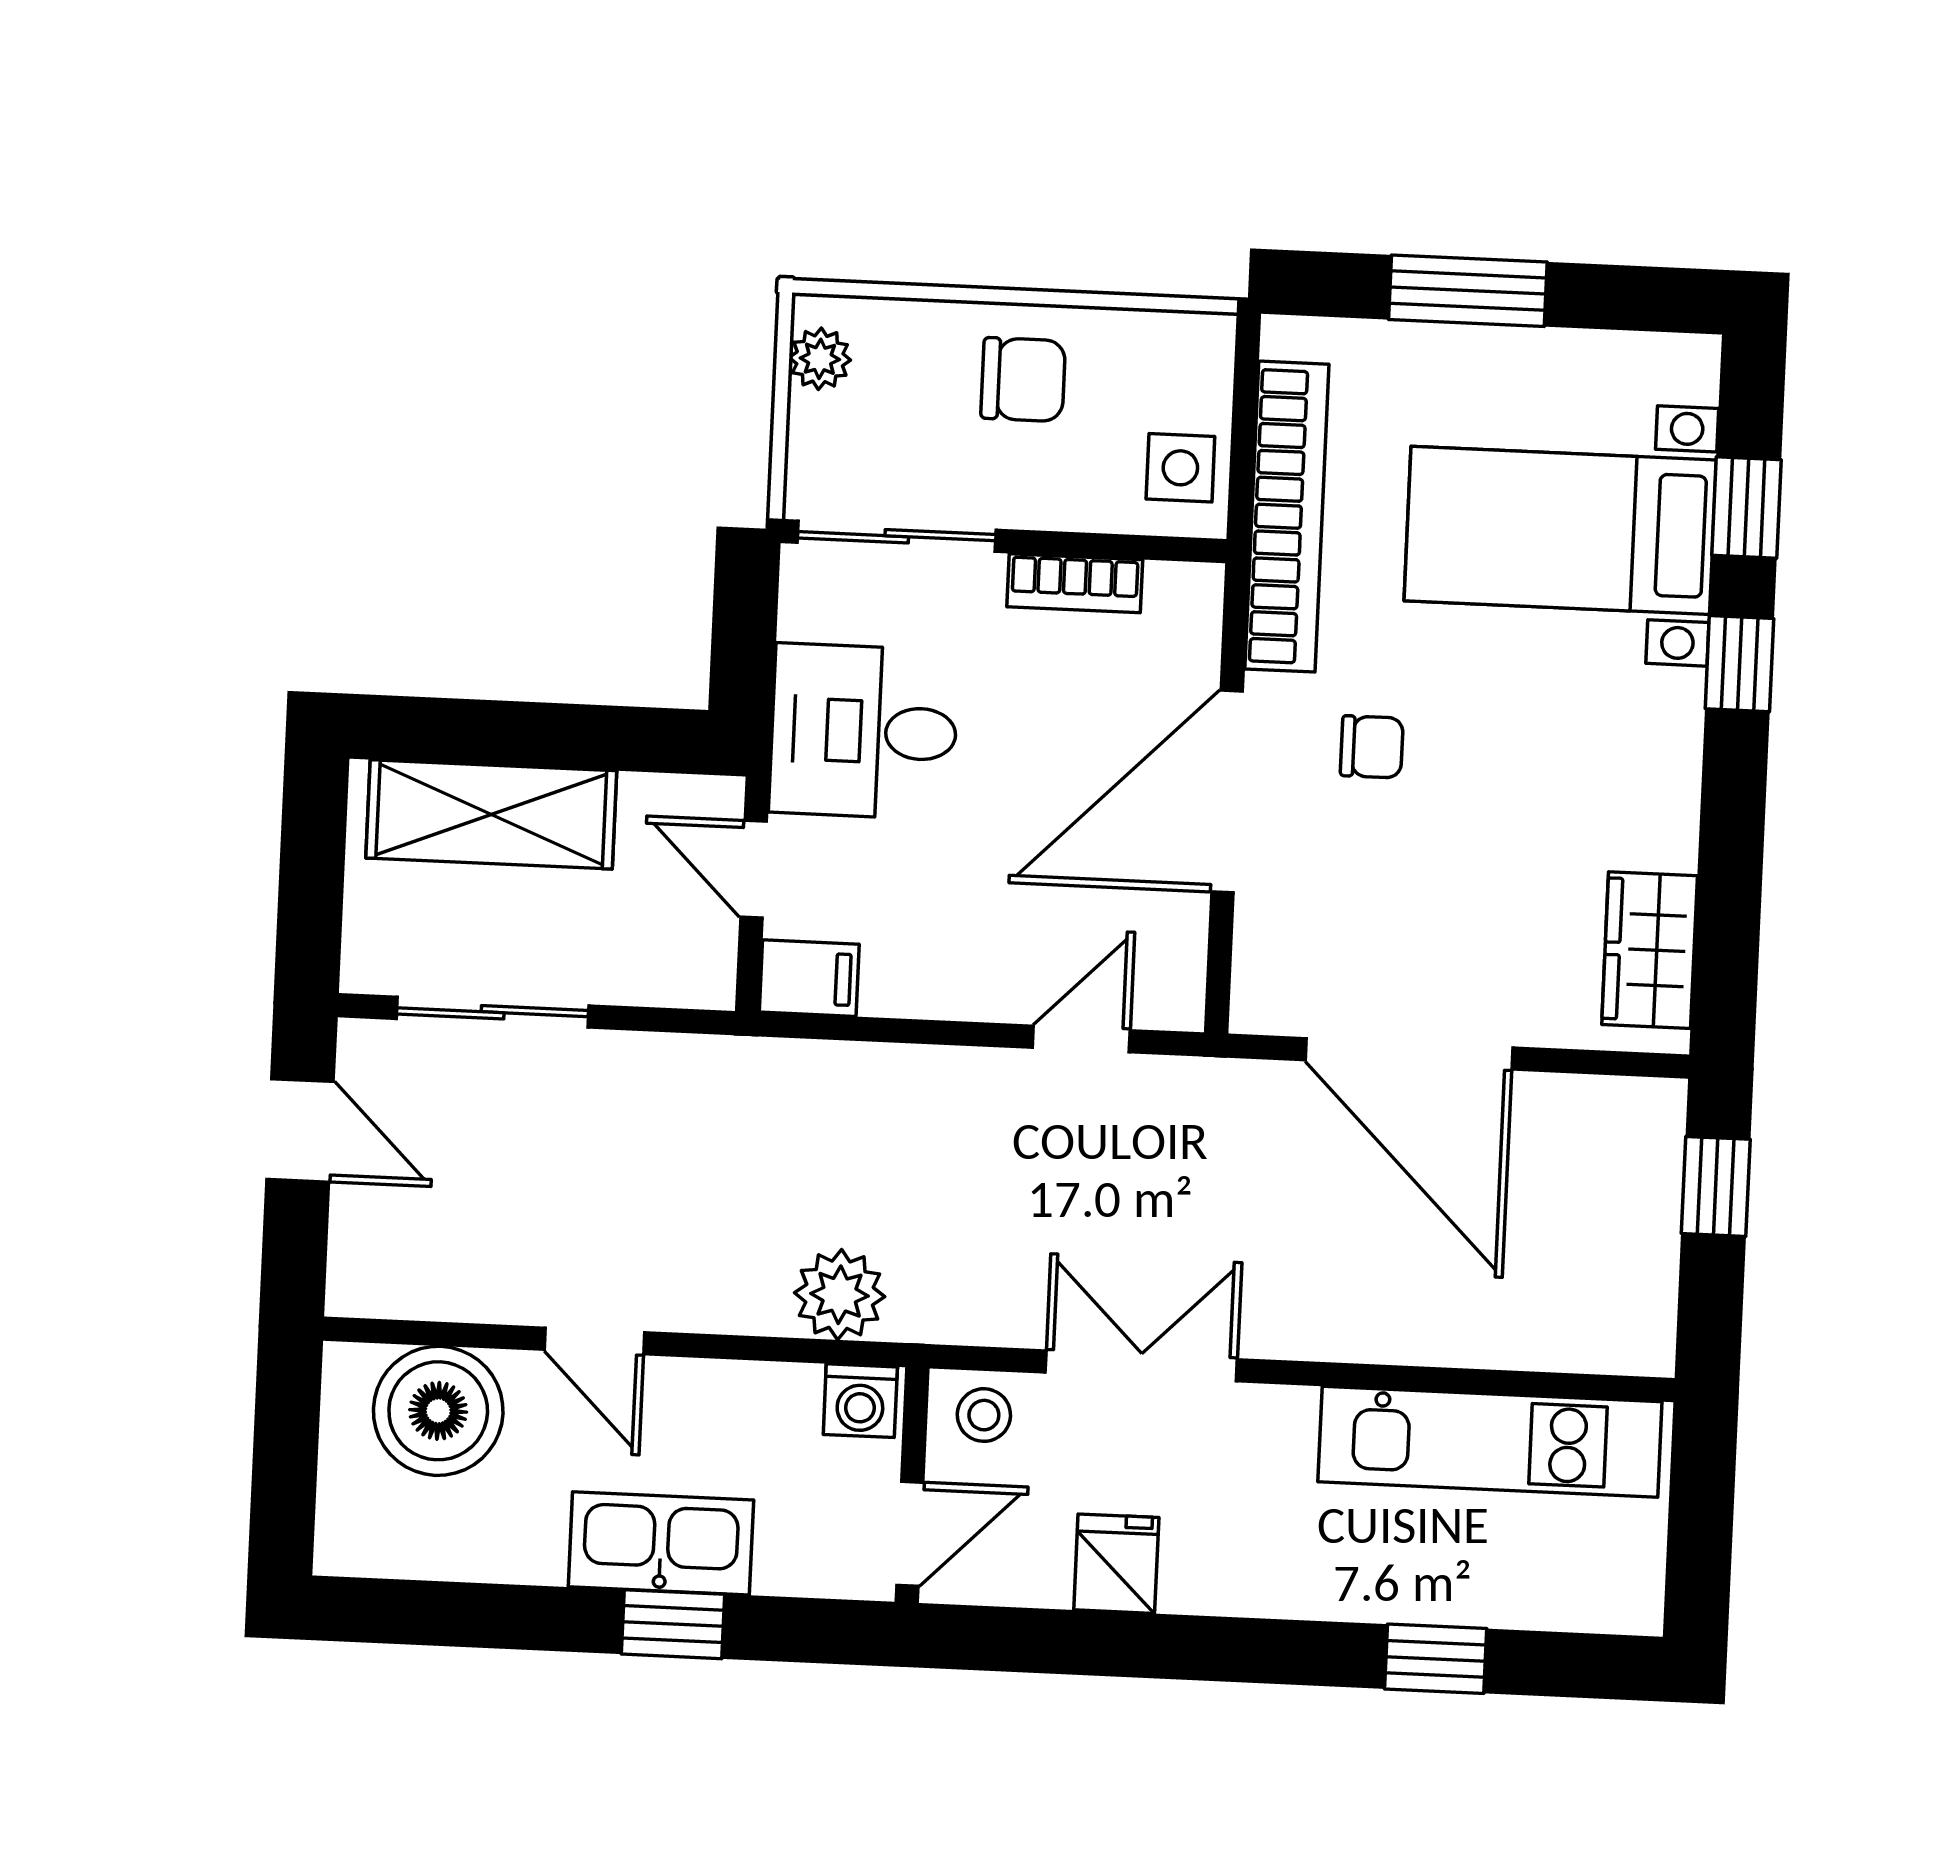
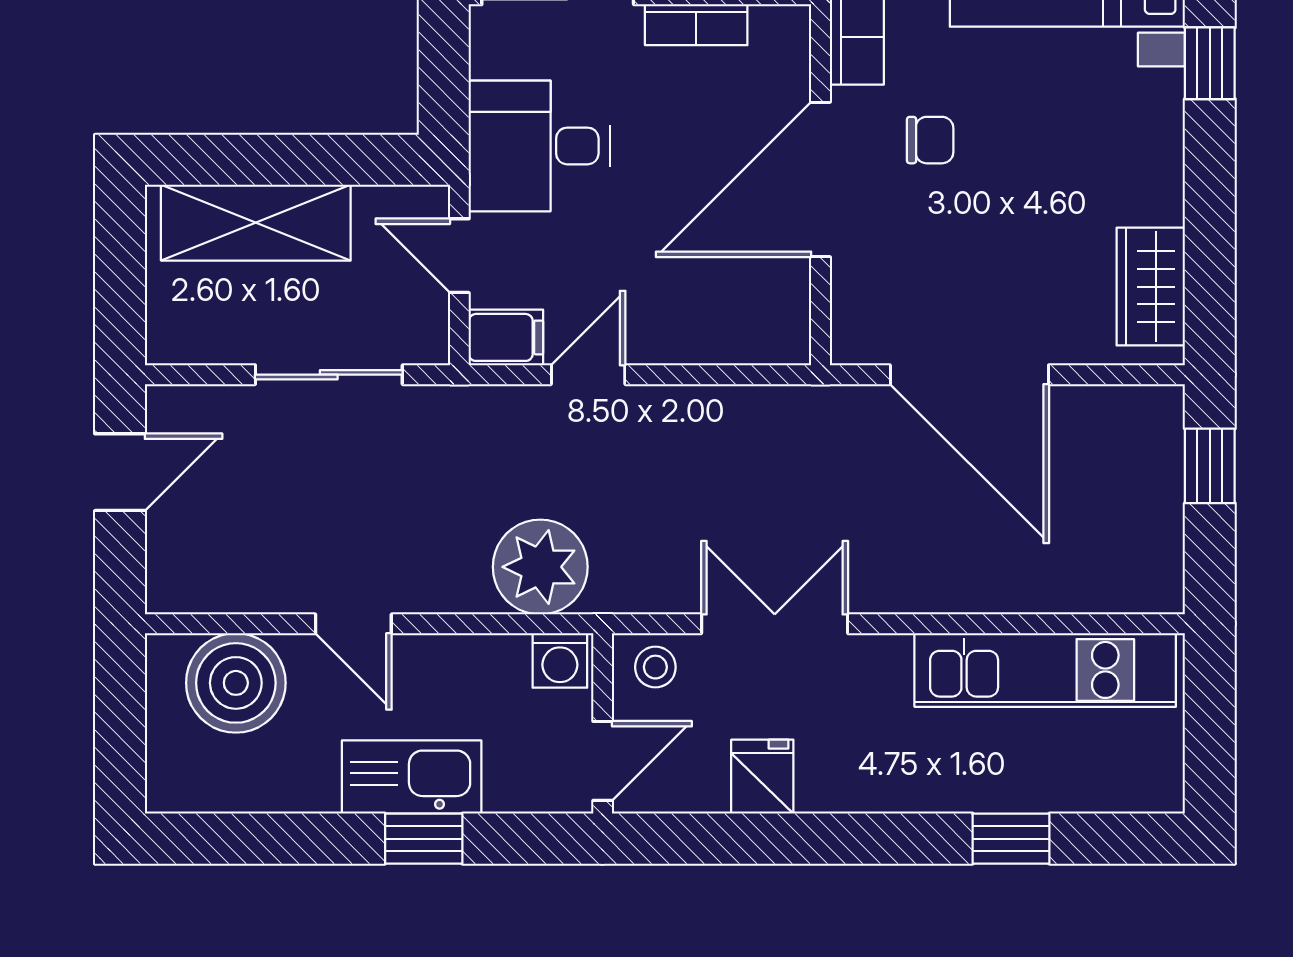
sliding door: (493, 1012) -> (329, 375), moved
door: (1081, 1039) -> (588, 375), moved
door: (300, 1130) -> (120, 472), hinge flipped
plant: (840, 1295) -> (540, 567), width x1.36, depth x1.36

